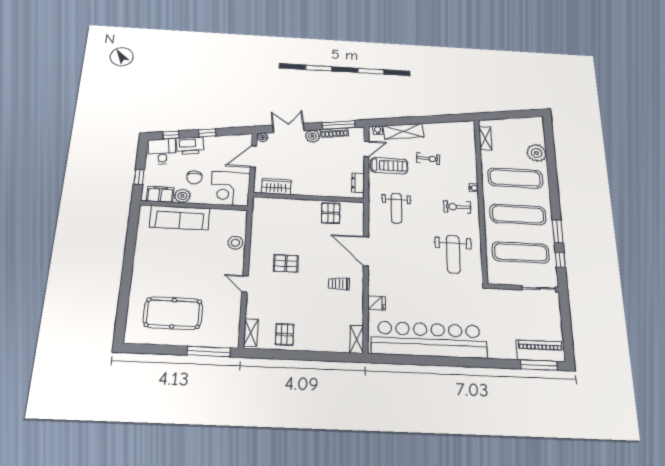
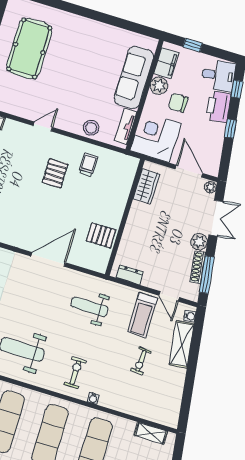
tv unit: (227, 215) -> (126, 126), added
trolley: (339, 284) -> (88, 165), moved

